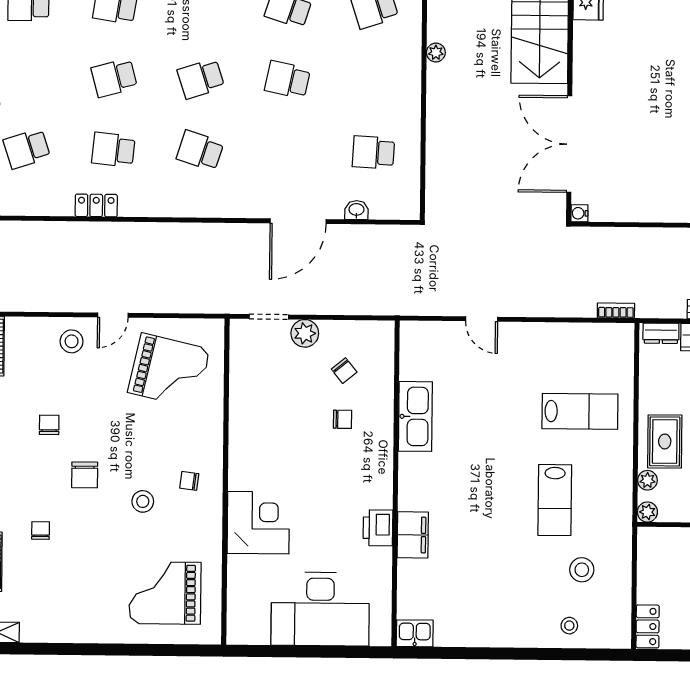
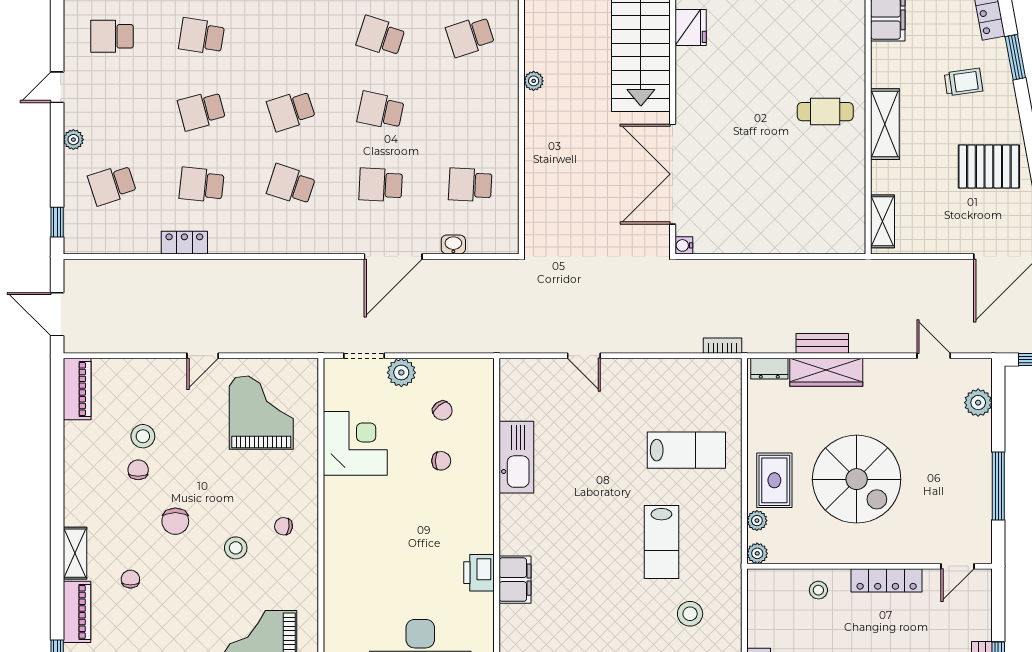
school desk: (287, 151) -> (381, 185), added
stool: (72, 341) -> (143, 436), moved
grand piano: (169, 371) -> (261, 413), turned -103
corner desk: (258, 523) -> (355, 443), moved

